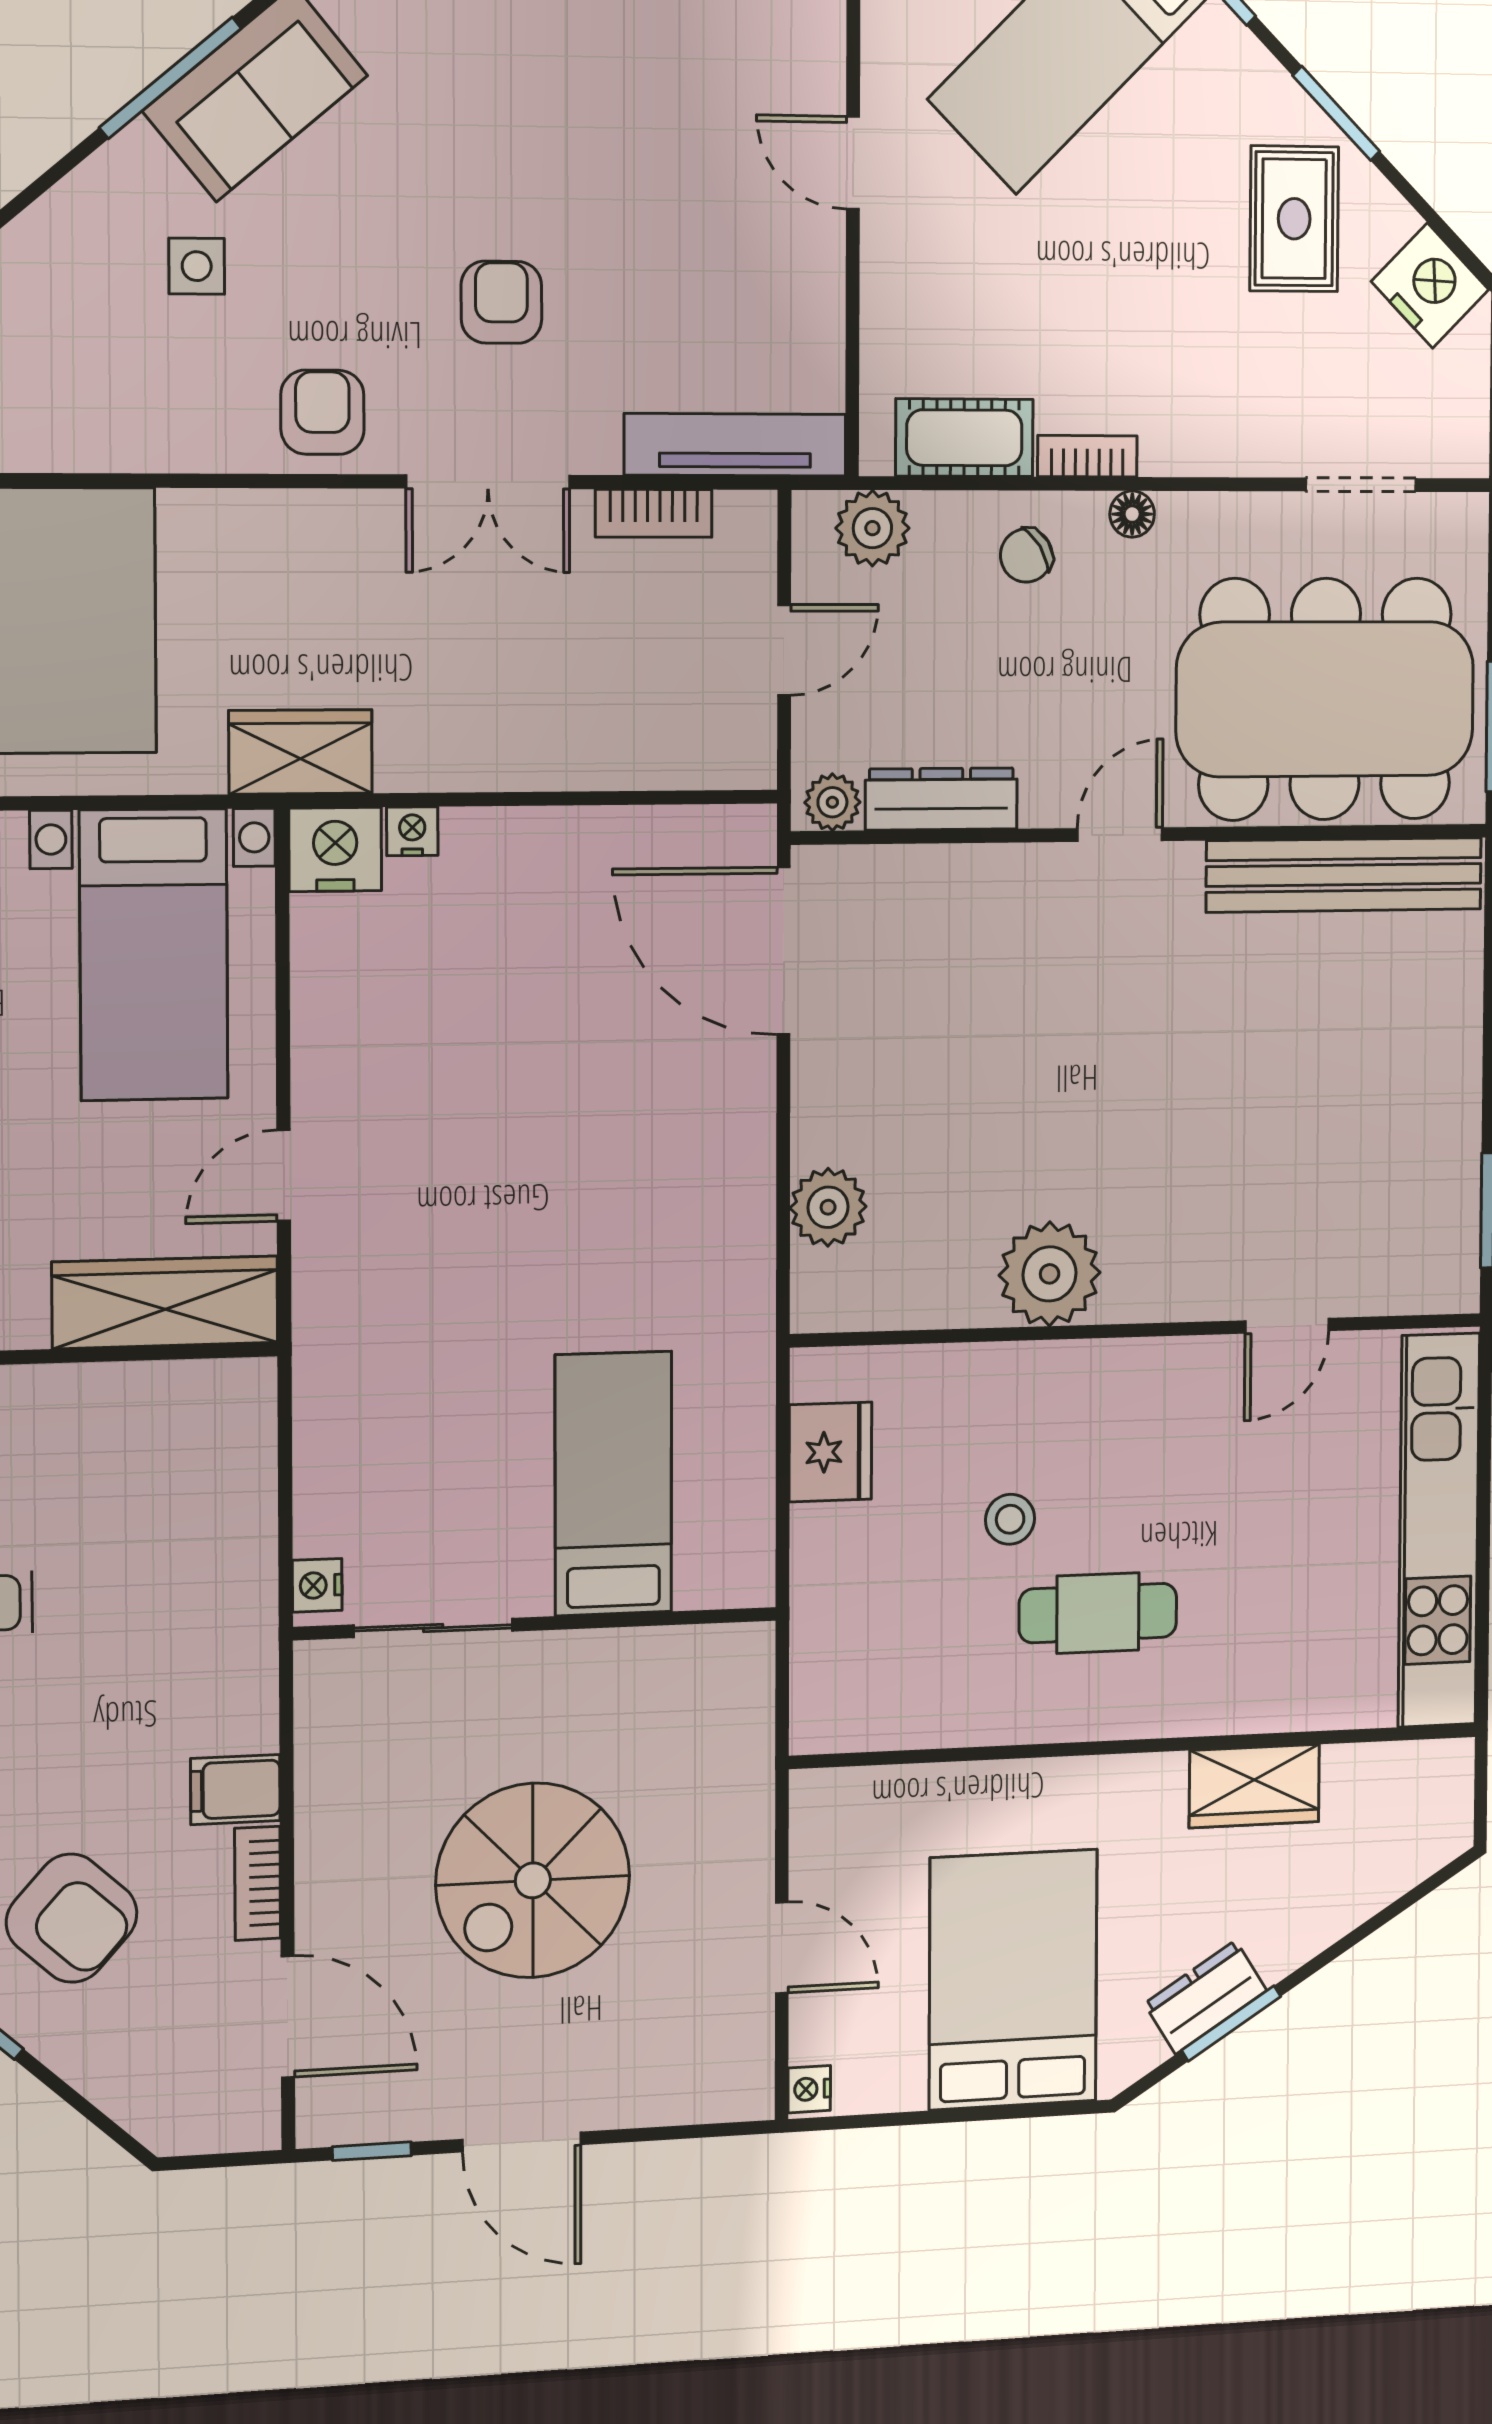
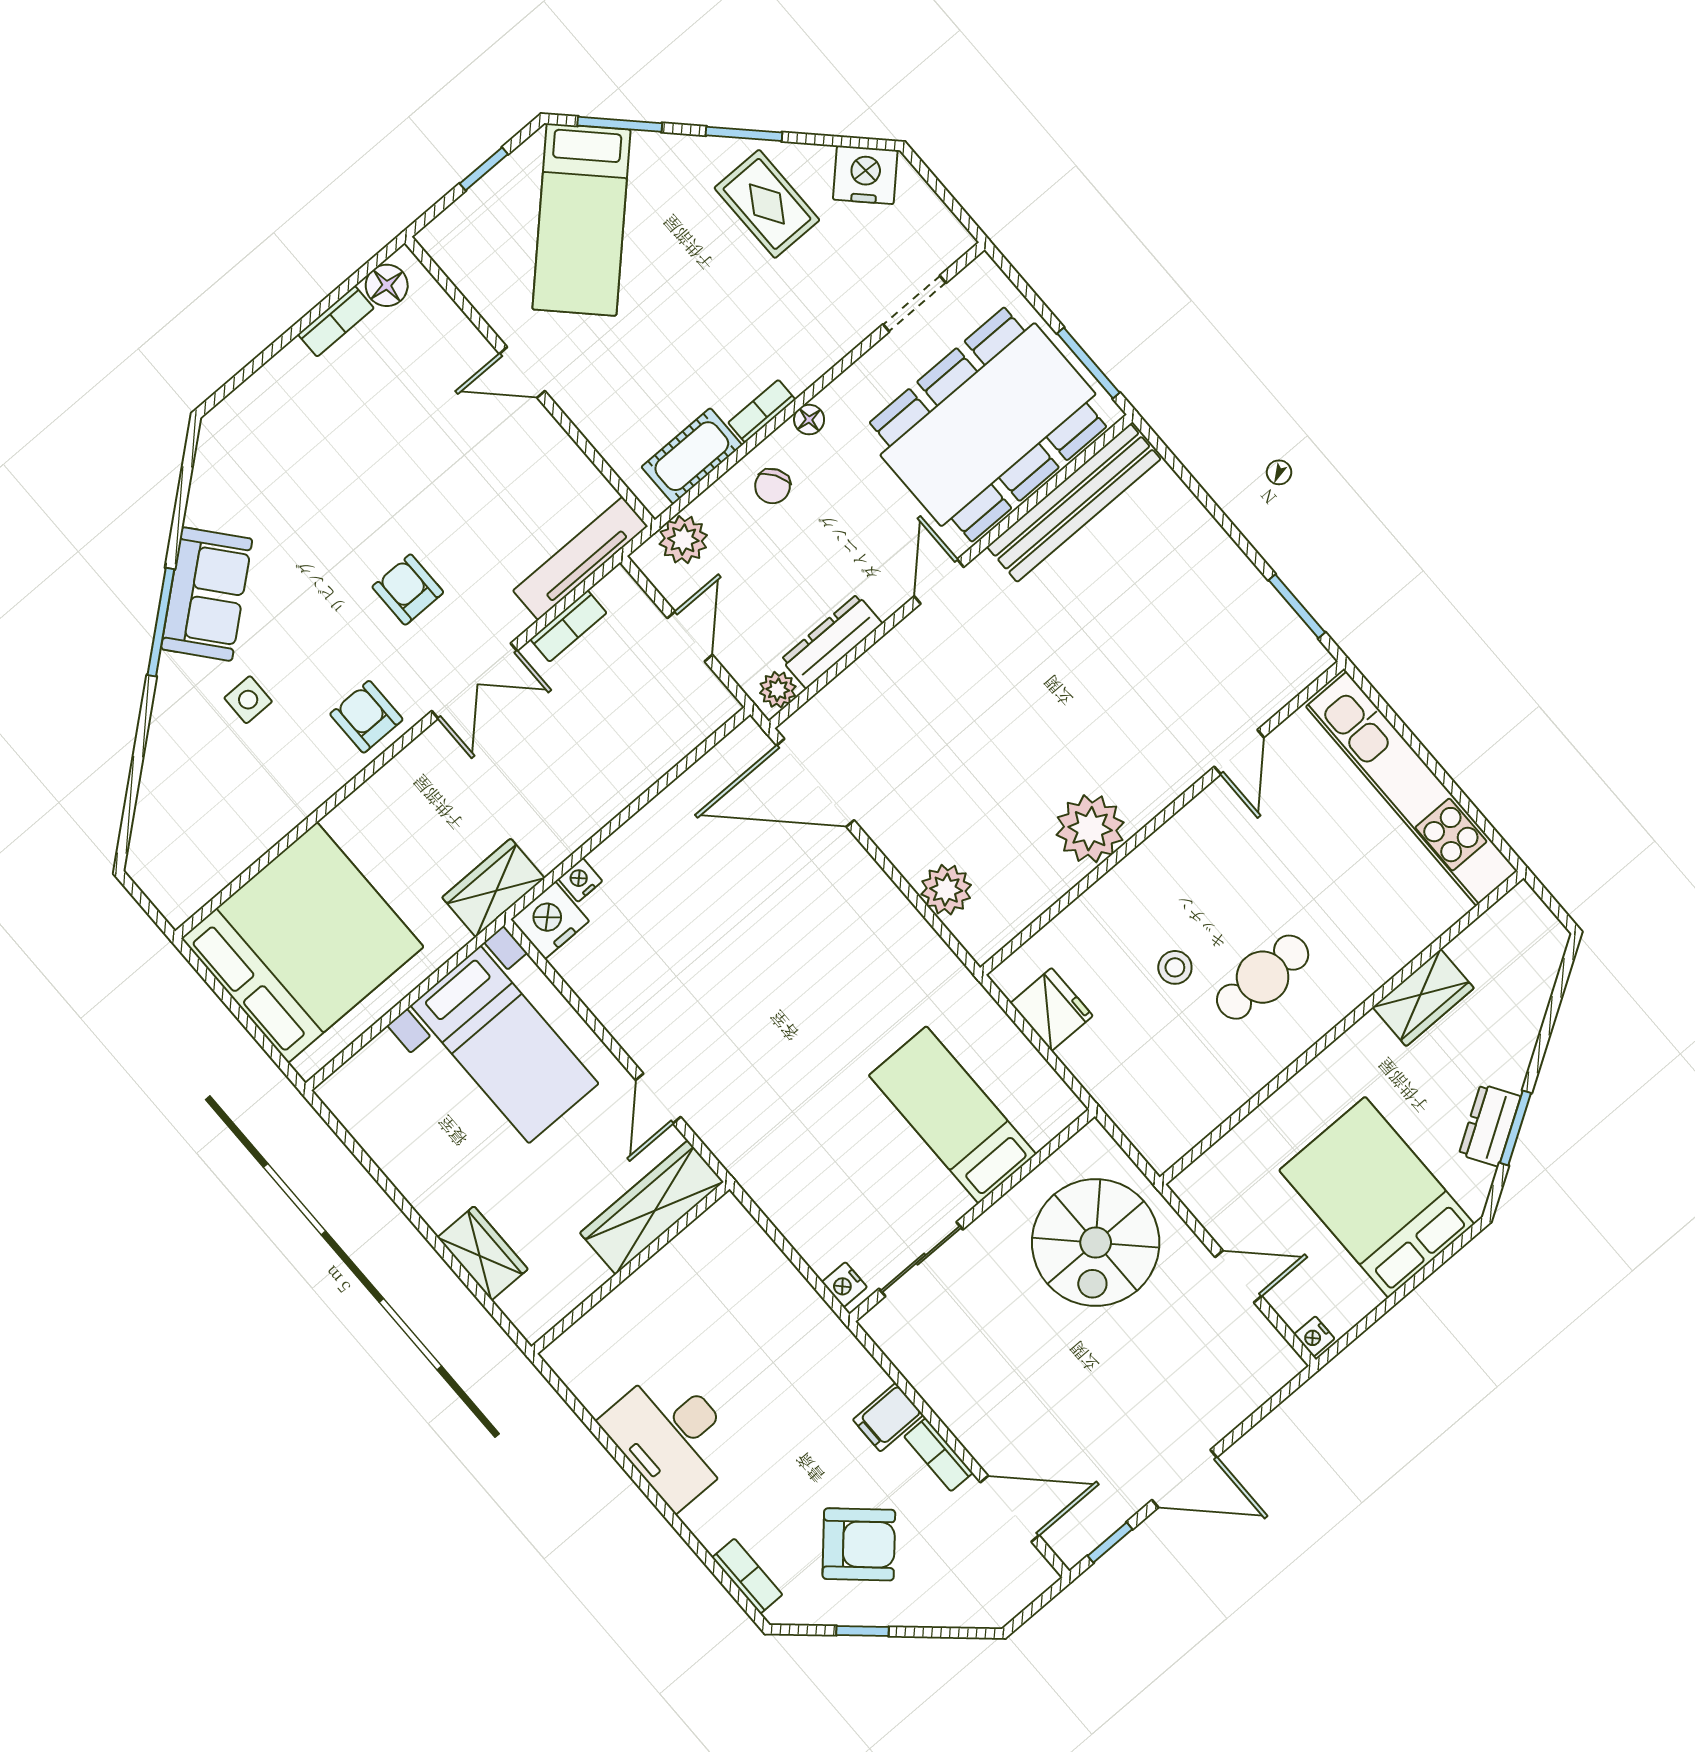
spiral stairs: (533, 1880) -> (1096, 1243), moved

